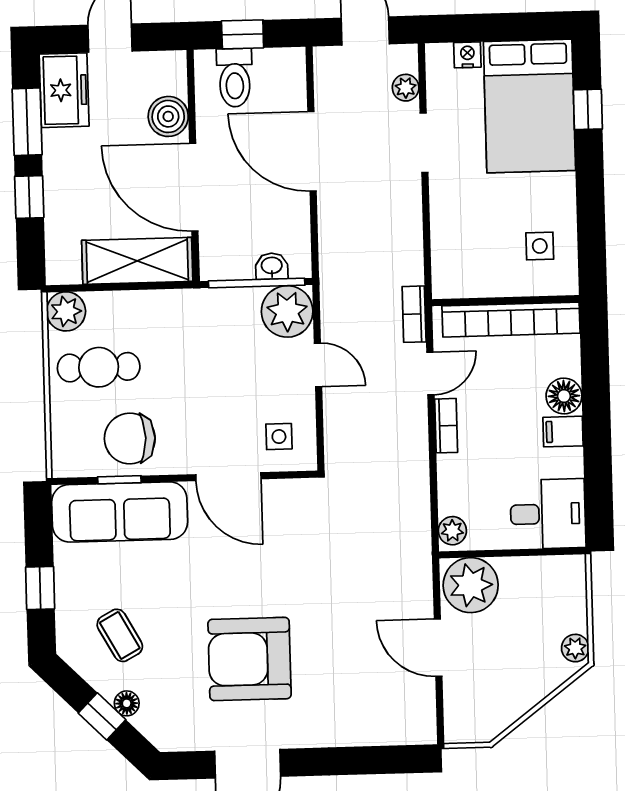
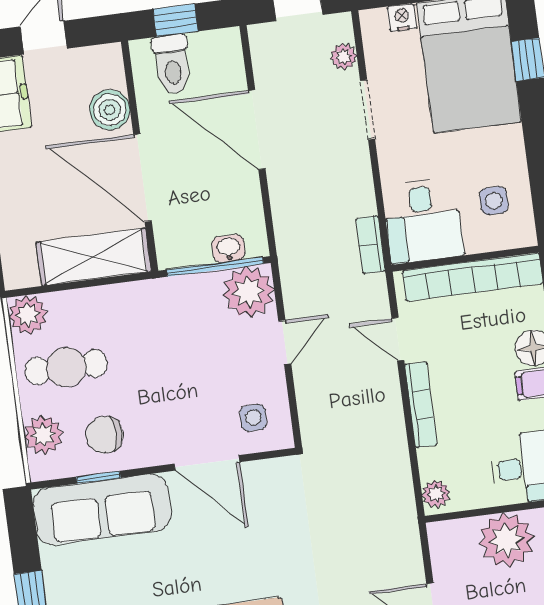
desk: (467, 258) -> (423, 221), added
bookcase: (414, 314) -> (371, 245), moved
door: (318, 365) -> (285, 342), hinge flipped
door: (430, 374) -> (398, 339), swing flipped
bookcase: (446, 426) -> (421, 405), width x1.56
plant: (69, 432) -> (43, 435), added
chair: (130, 438) -> (105, 435), width x0.73, depth x0.73
plant: (471, 585) -> (507, 540), moved

